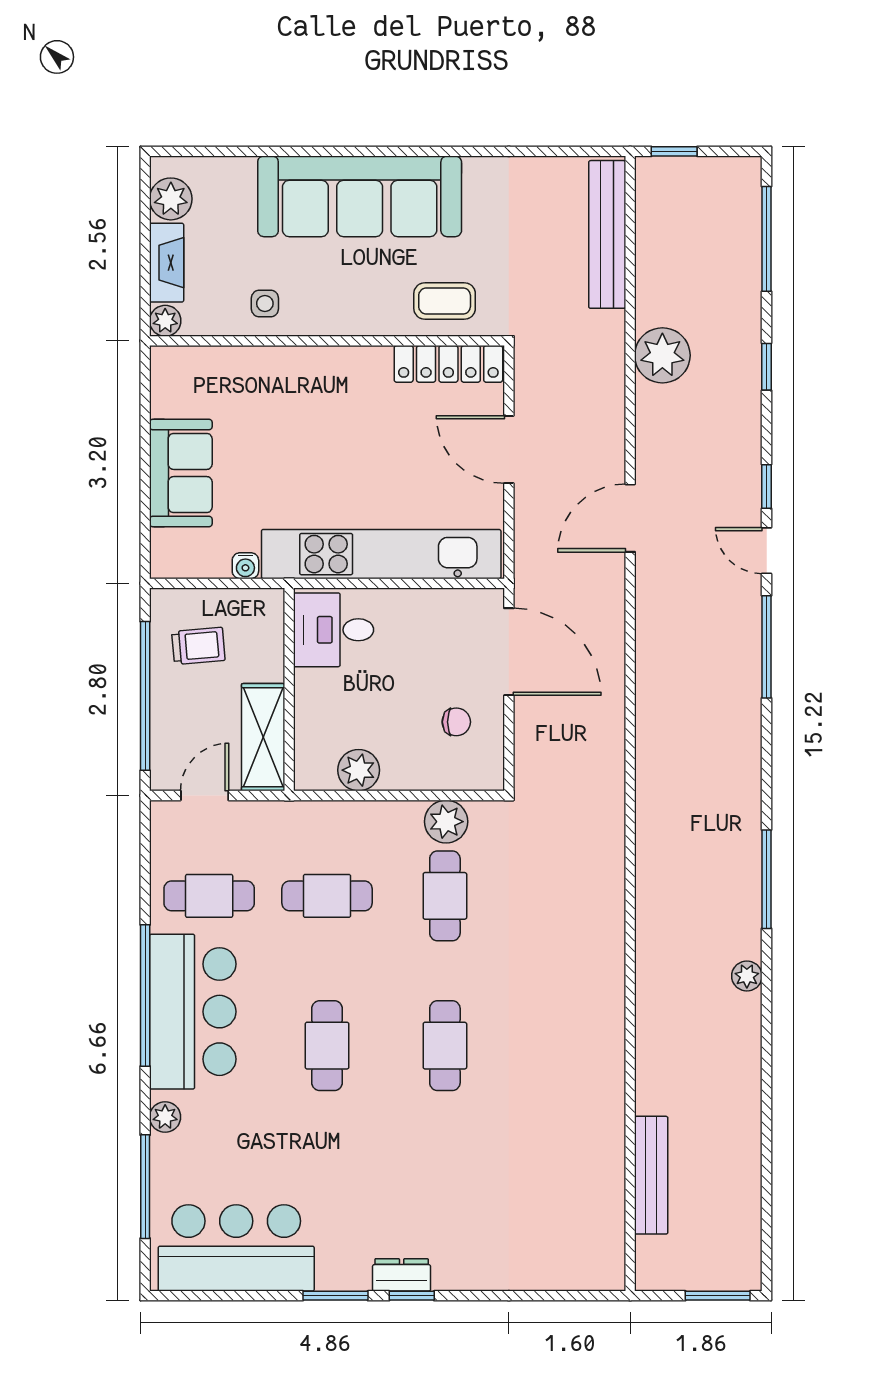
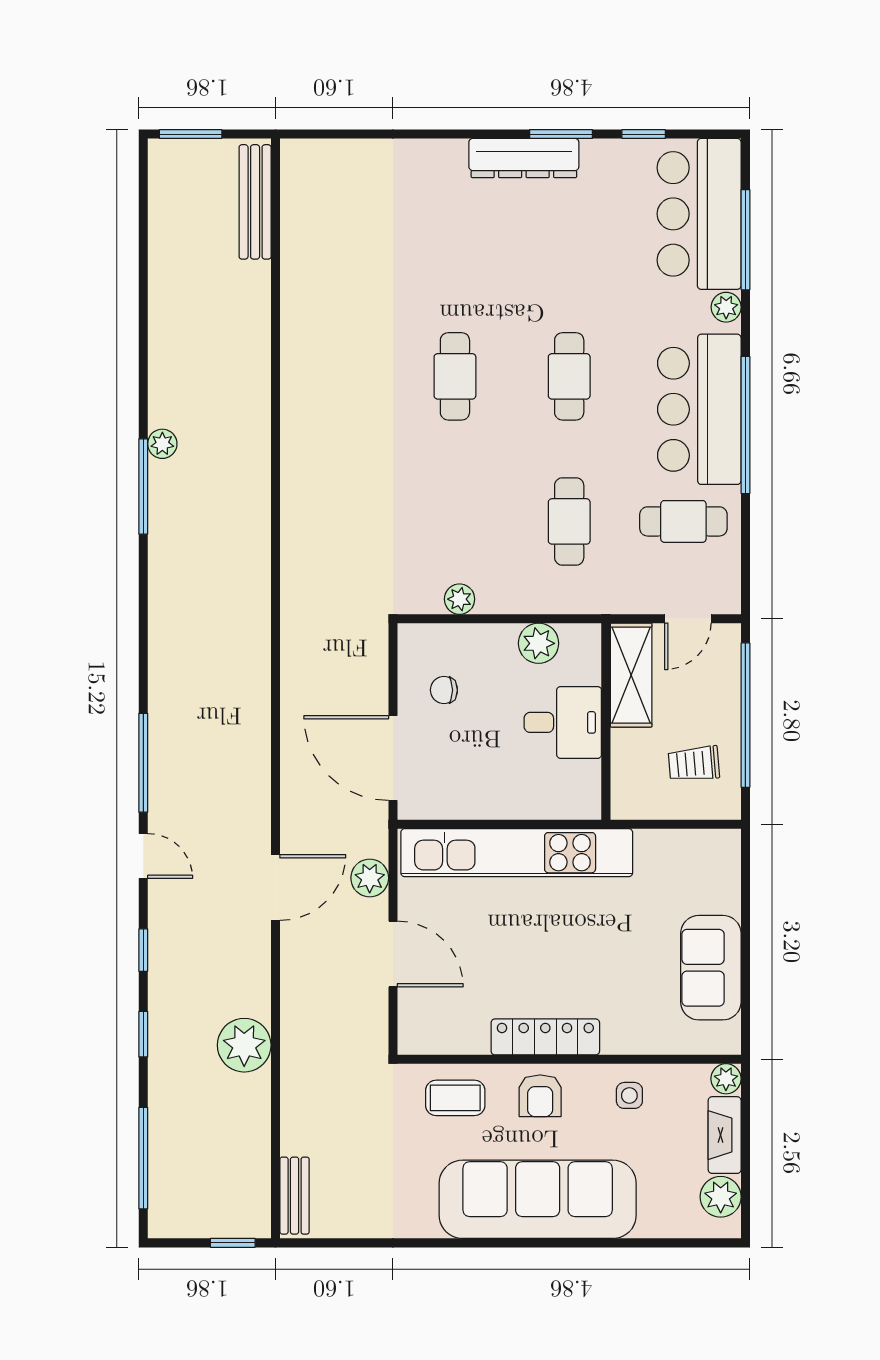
bench: (607, 234) -> (295, 1196), width x0.54, depth x0.82
armchair: (357, 303) -> (540, 1096), added
locker: (448, 364) -> (545, 1037), moved
sofa: (181, 473) -> (711, 968), moved
window: (767, 486) -> (143, 950), moved
plant: (533, 528) -> (370, 878), added
water cooler: (245, 566) -> (648, 841), removed
desk: (334, 630) -> (563, 722), moved
plant: (446, 822) -> (460, 599), width x0.73, depth x0.73
window: (767, 879) -> (143, 486), moved
cafe table: (327, 896) -> (569, 521), turned 90
cafe table: (445, 896) -> (455, 521), removed
bench: (651, 1175) -> (255, 202), moved
bar counter: (236, 1248) -> (699, 214), moved, turned 90
dresser: (402, 1275) -> (524, 158), width x1.96, depth x1.24
window: (412, 1296) -> (644, 134), moved

